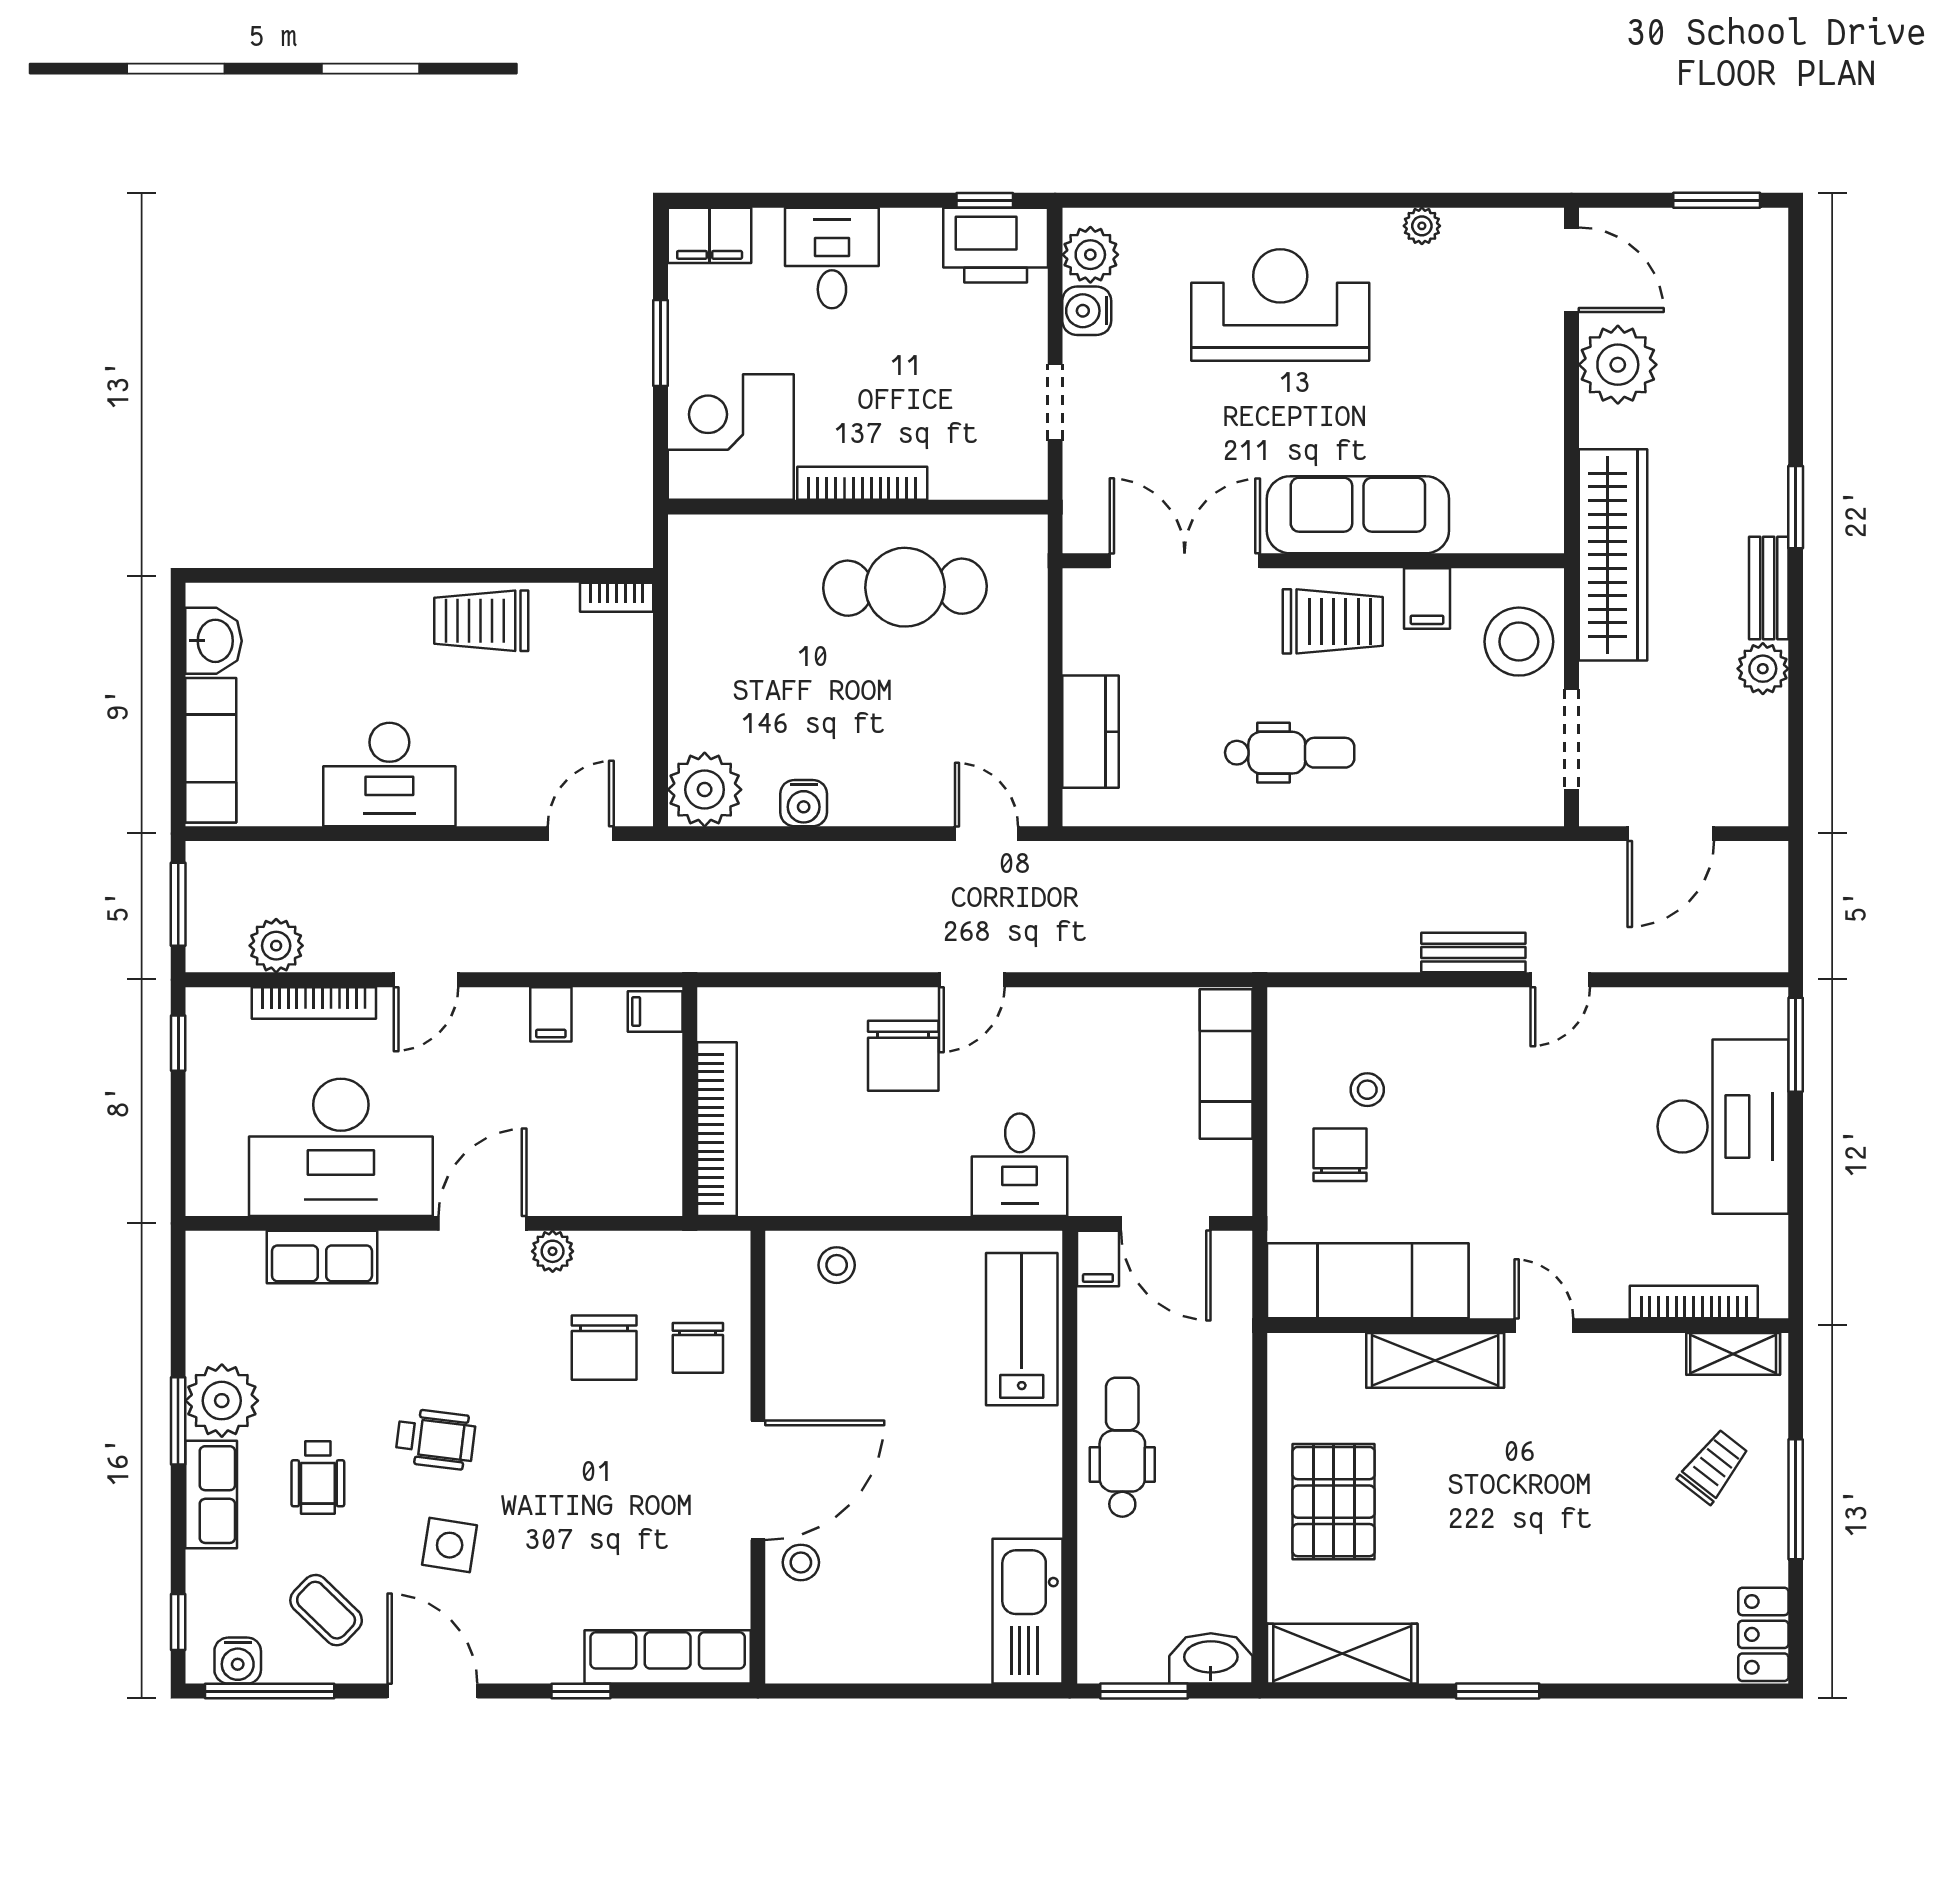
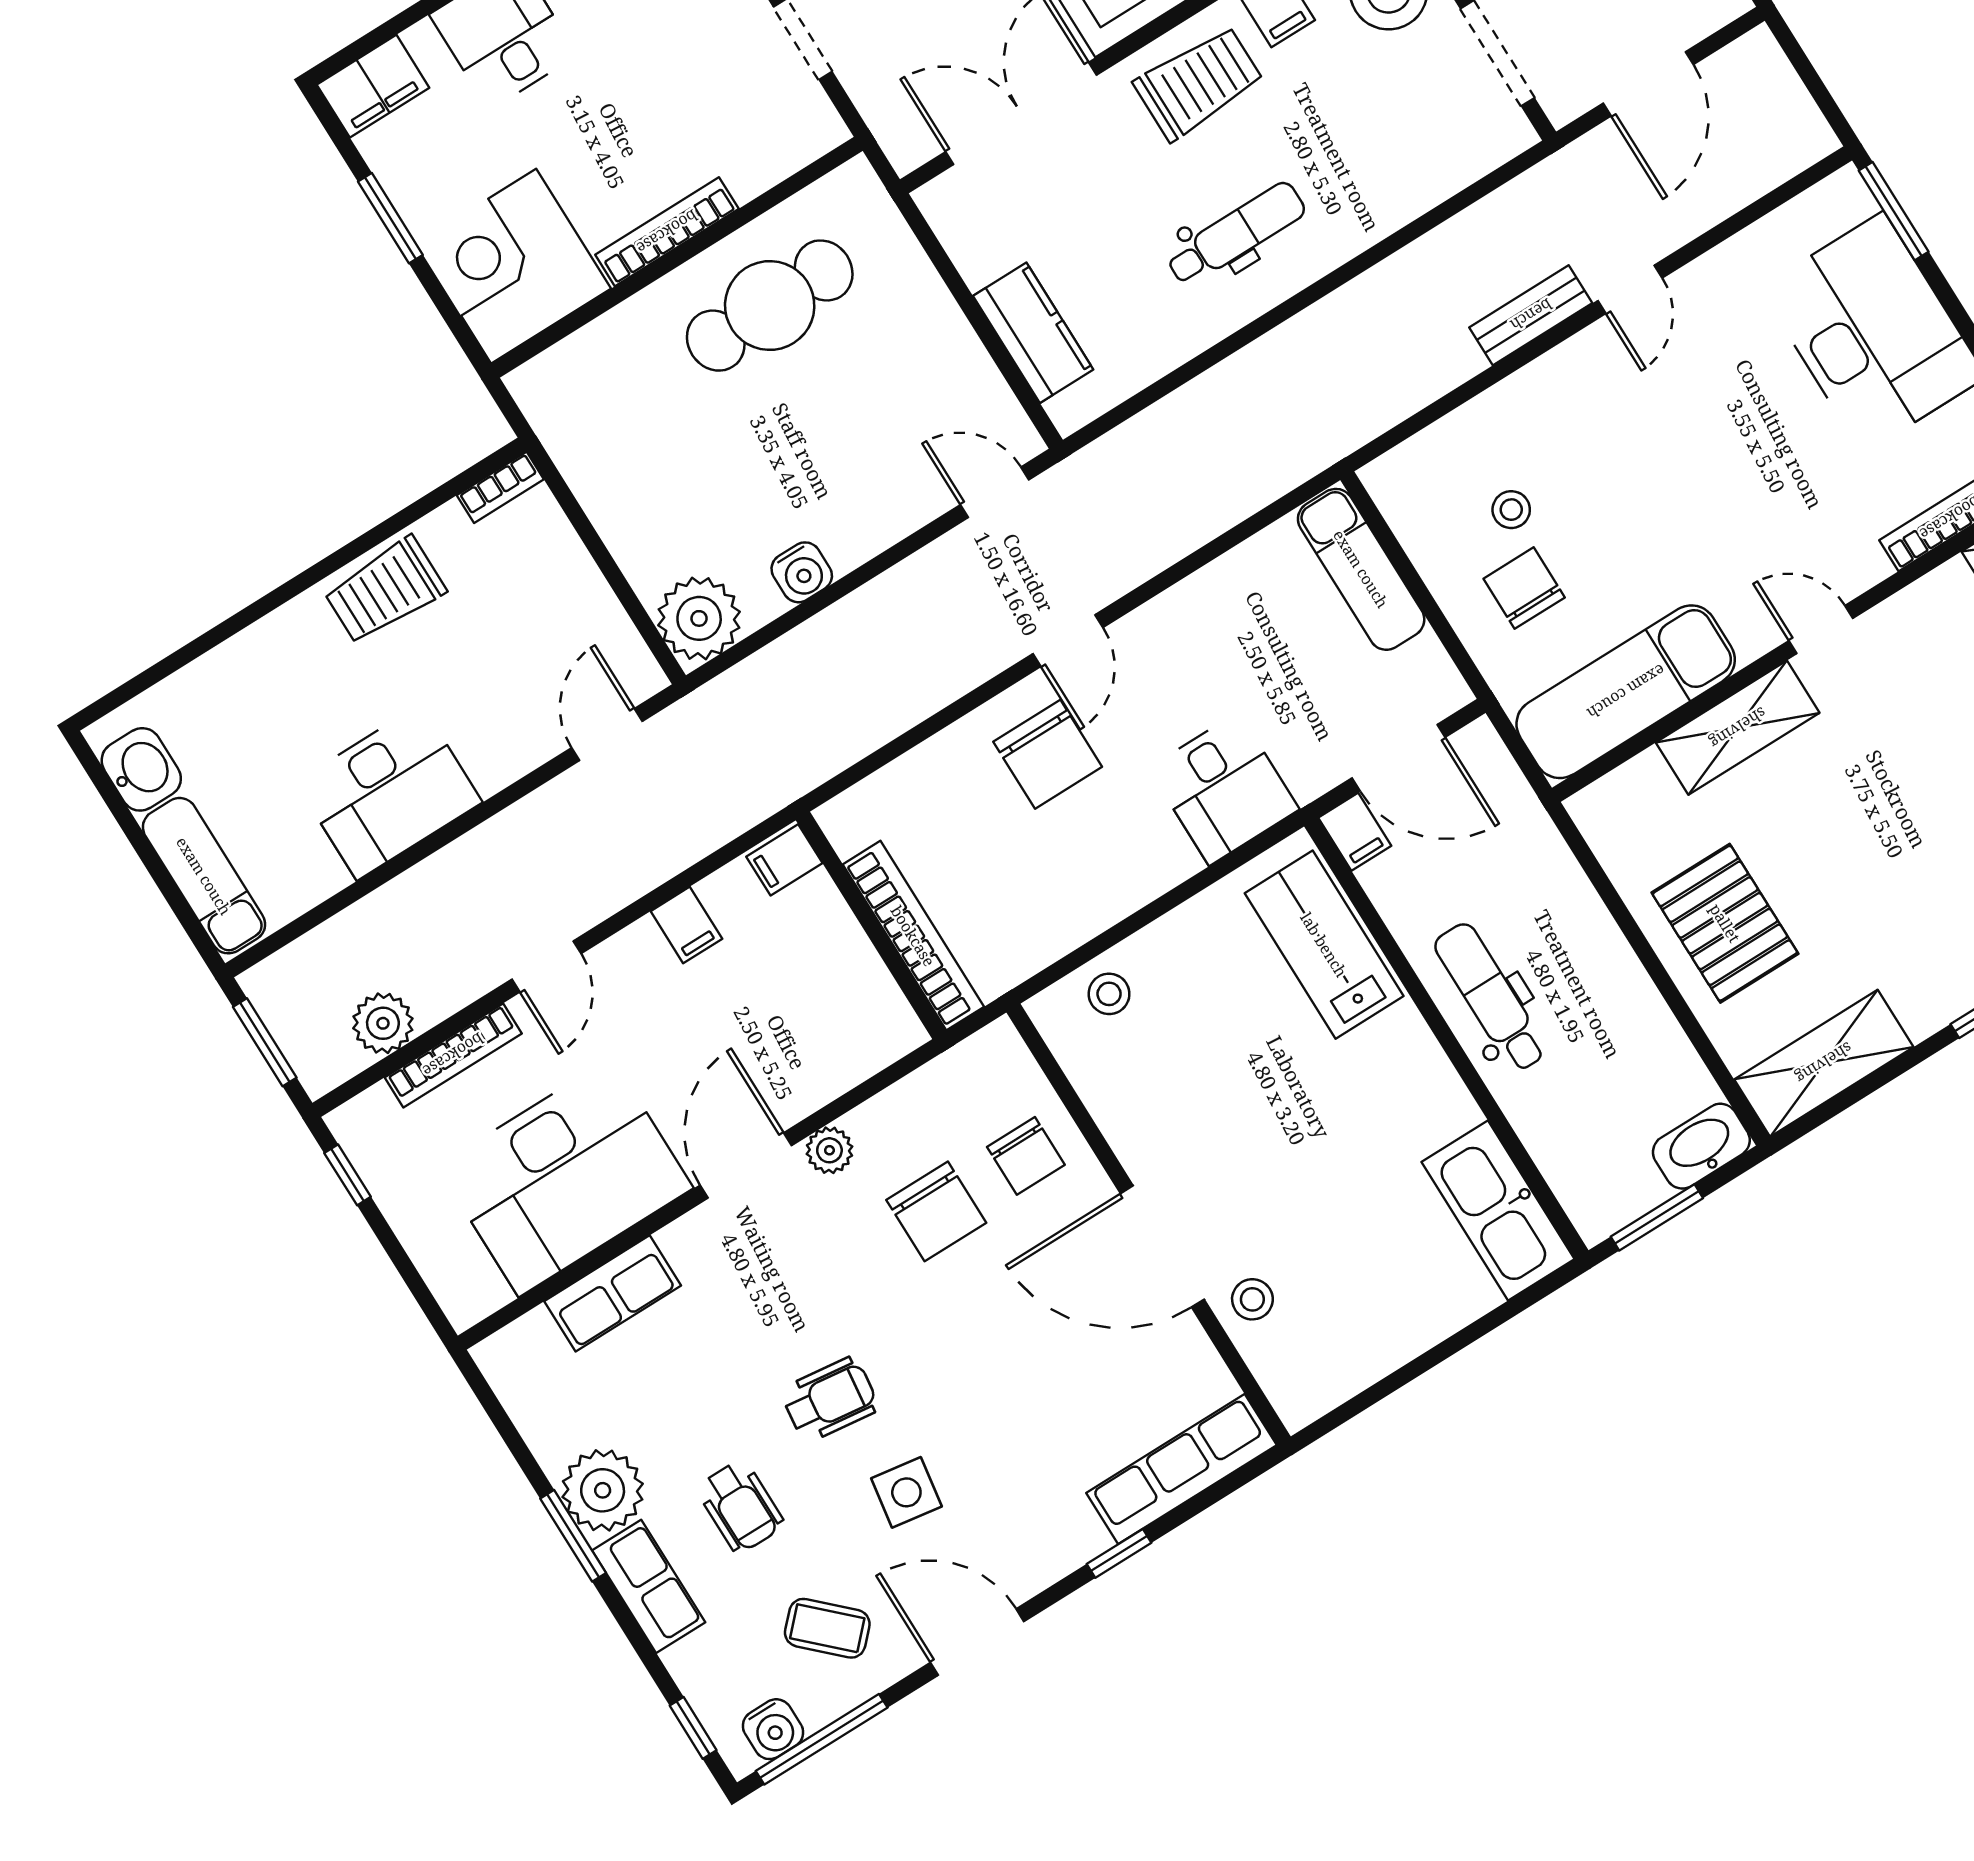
door: (758, 1480) -> (1162, 1246), swing flipped

